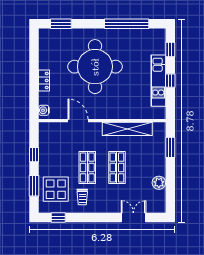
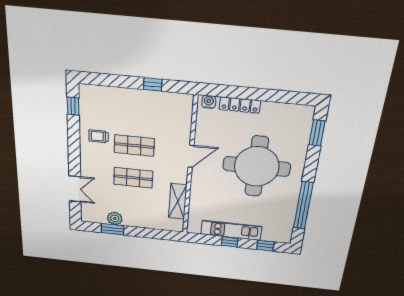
locker: (44, 80) -> (240, 105), width x1.53
door: (78, 121) -> (191, 156), moved
shelving: (127, 129) -> (178, 201), width x0.68
window: (170, 147) -> (113, 229), moved
window: (34, 186) -> (113, 81), removed
display table: (56, 189) -> (108, 107), removed

